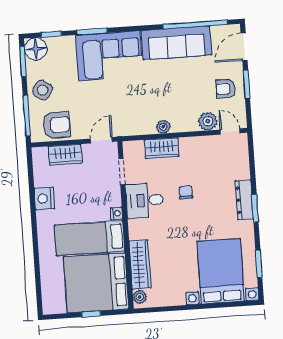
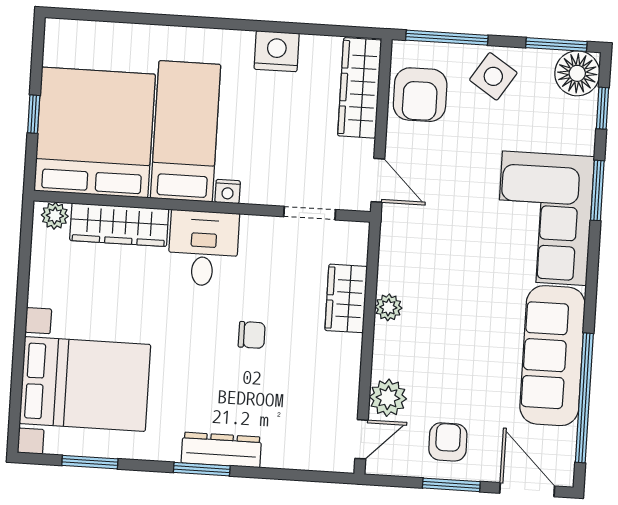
wardrobe: (65, 155) -> (360, 88), width x1.50
desk: (145, 200) -> (203, 248), moved

